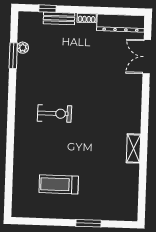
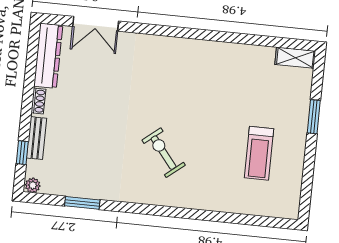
plant: (23, 48) -> (33, 185), moved
exercise bike: (55, 114) -> (164, 153), turned -39
shelving: (133, 148) -> (295, 58), moved

